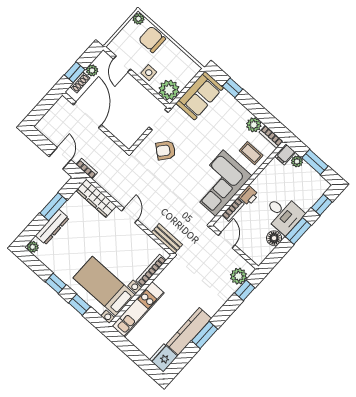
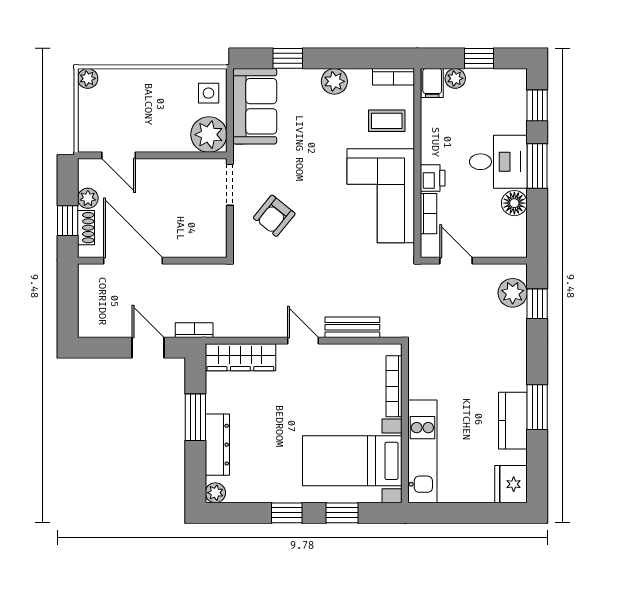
chair: (152, 39) -> (129, 89), removed
side table: (149, 73) -> (209, 93), moved
plant: (254, 125) -> (334, 81), moved
window: (315, 162) -> (479, 58), width x0.67
bench: (167, 239) -> (352, 327), moved
kitchen counter: (189, 331) -> (513, 421), width x0.67

